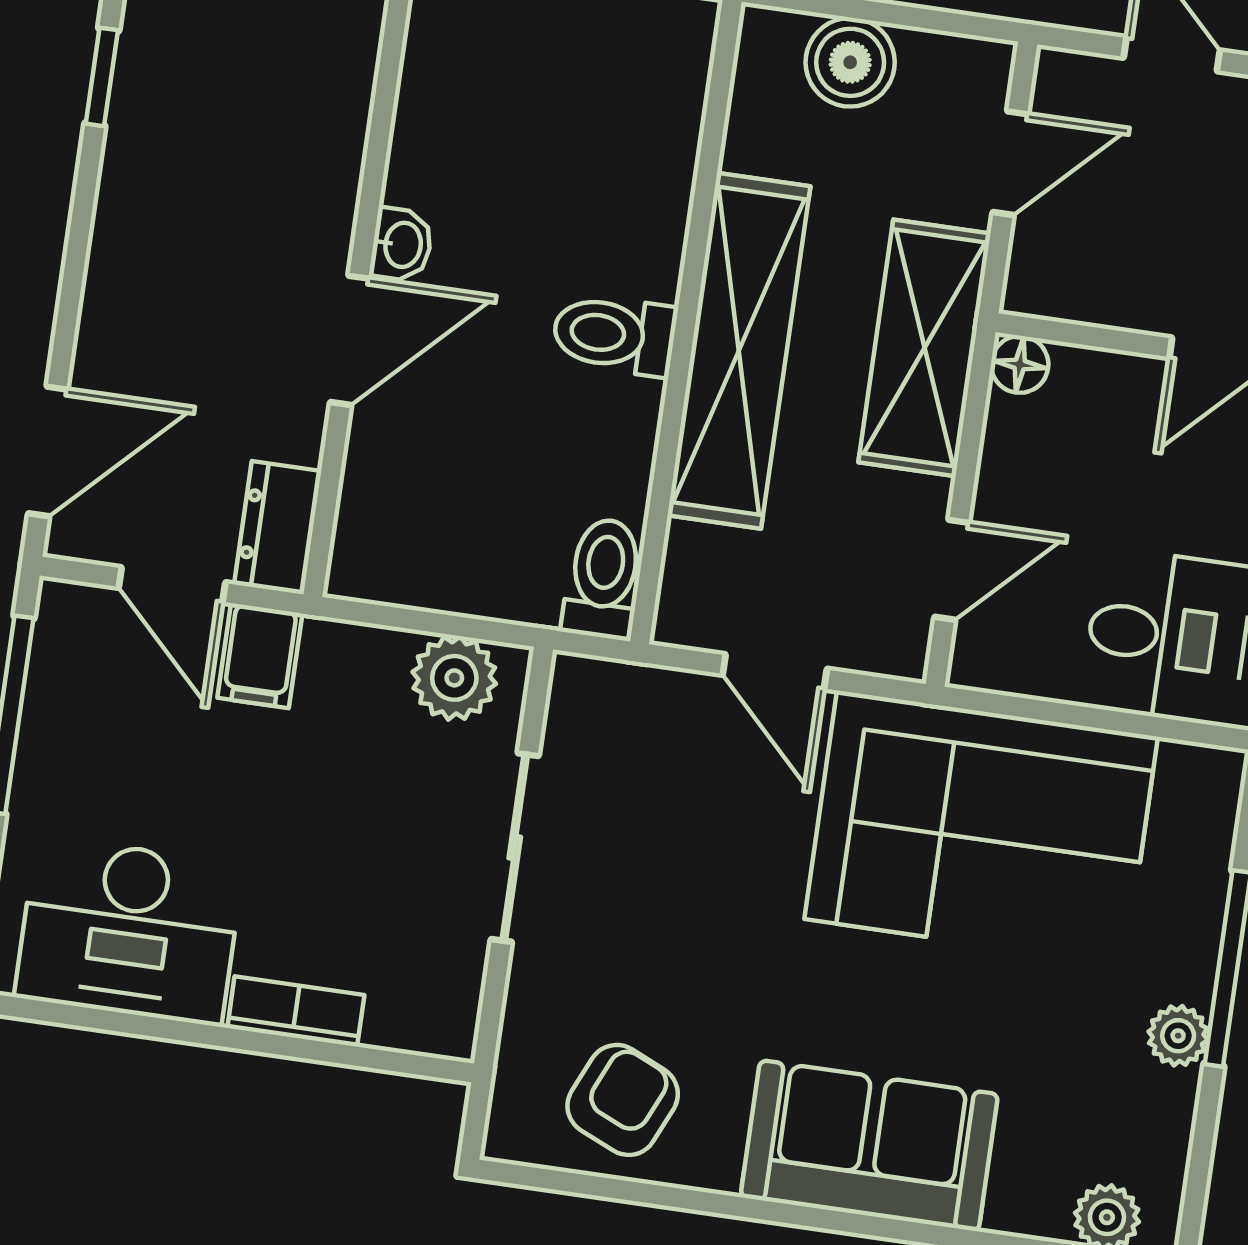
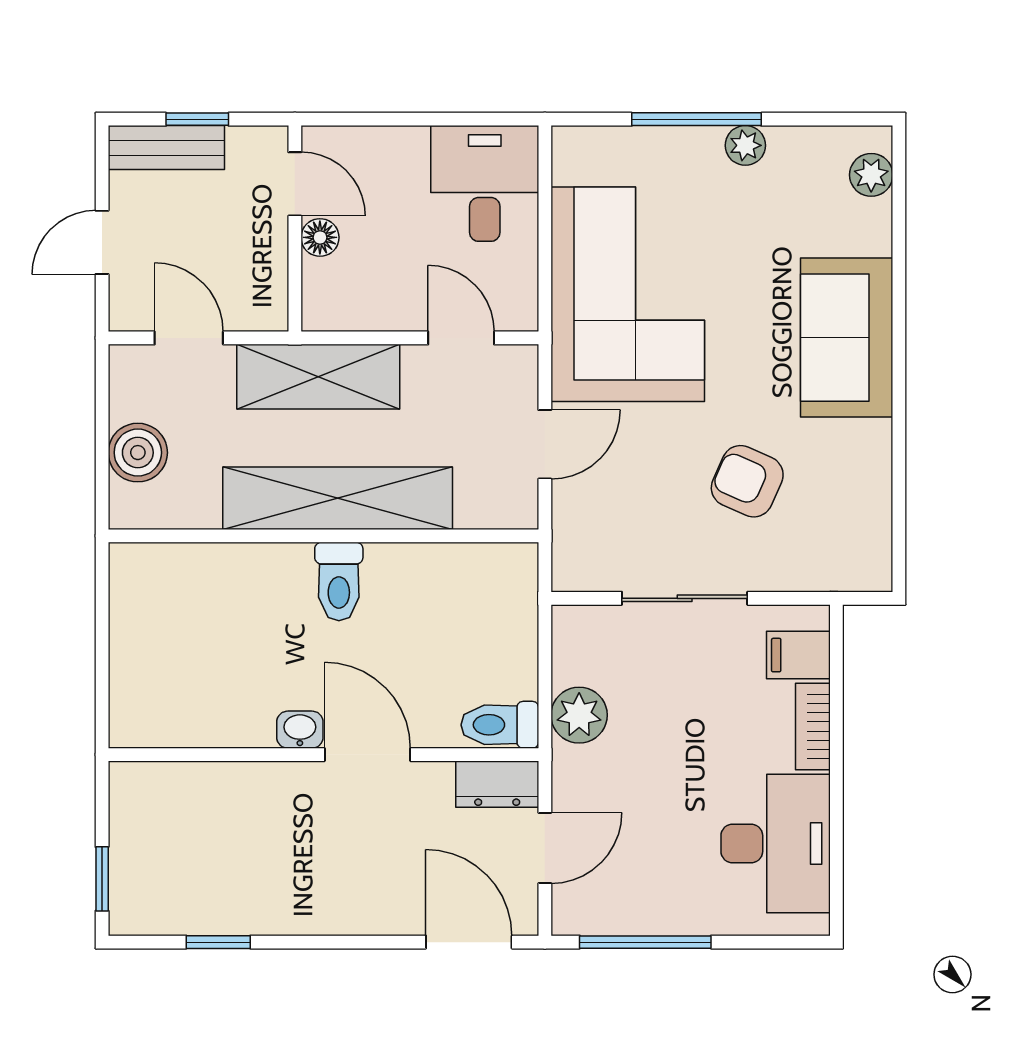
floor lamp: (1020, 364) -> (320, 237), moved
toilet: (603, 579) -> (500, 725), moved
filing cabinet: (260, 656) -> (798, 655), moved, turned 180
plant: (454, 678) -> (579, 715), moved
armchair: (623, 1100) -> (747, 481), moved

